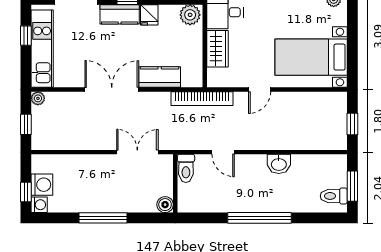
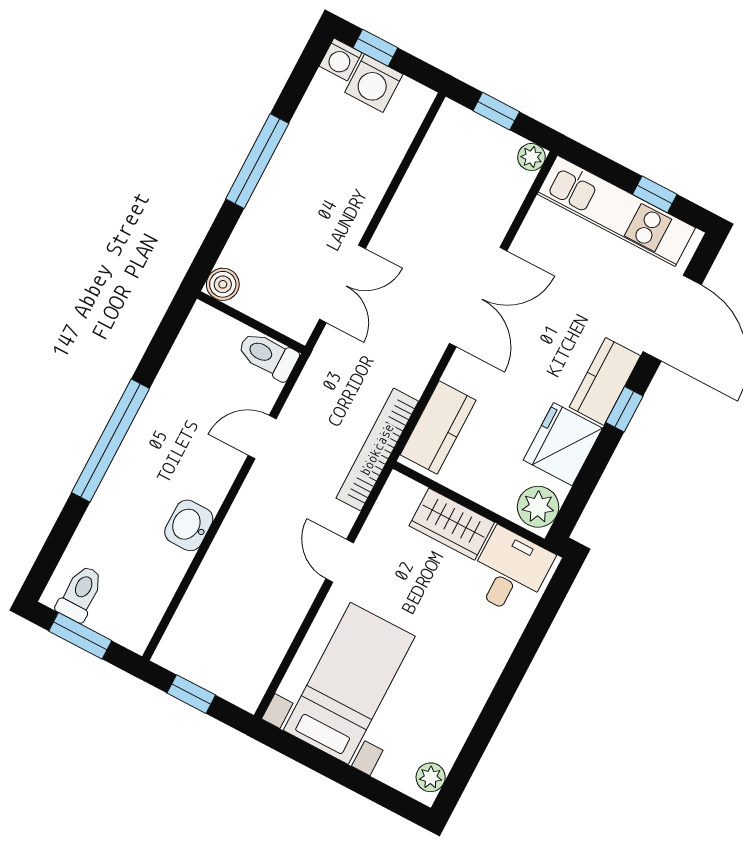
fridge: (149, 15) -> (563, 444), width x1.88, depth x1.34
kitchen counter: (160, 77) -> (438, 427), moved

